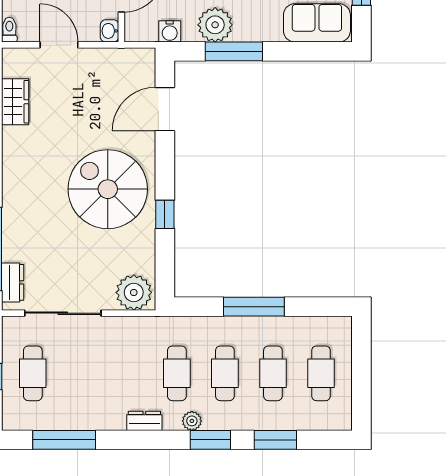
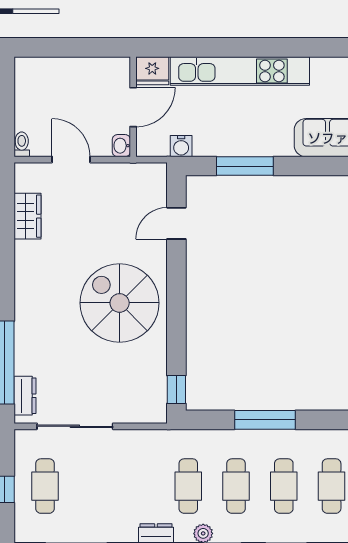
plant: (215, 25) -> (226, 140), removed
door: (165, 109) -> (176, 223), width x0.73
window: (165, 214) -> (176, 389), moved
plant: (134, 292) -> (145, 406), removed

